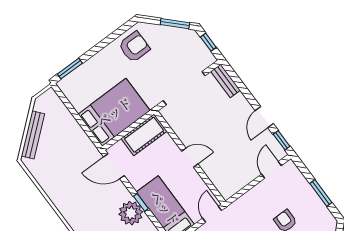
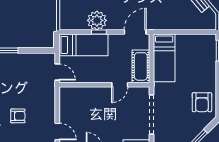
bed: (114, 112) -> (164, 58), width x0.67
door: (190, 158) -> (120, 85), moved

